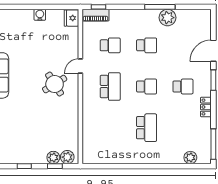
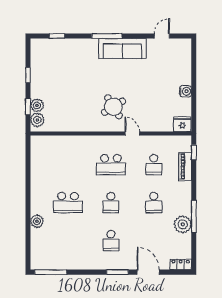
piano: (96, 15) -> (185, 166), moved
locker: (206, 107) -> (181, 264), moved
plant: (190, 158) -> (37, 221), moved

